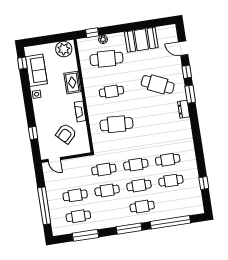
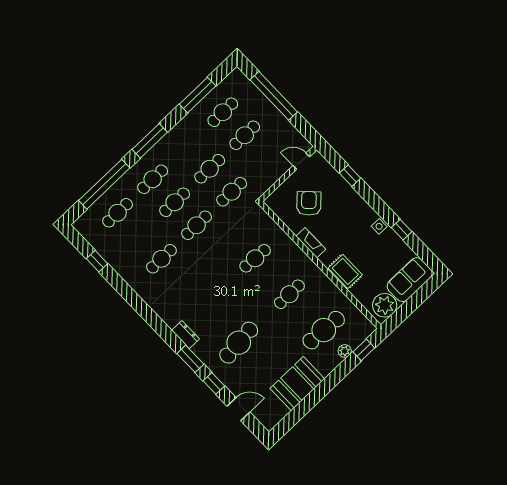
window: (22, 63) -> (402, 230), moved
sofa: (36, 70) -> (410, 280), moved, turned 90
cafe table: (158, 84) -> (239, 343), turned -30
cafe table: (116, 124) -> (255, 258), width x0.73, depth x0.74
cafe table: (171, 181) -> (118, 213), moved

